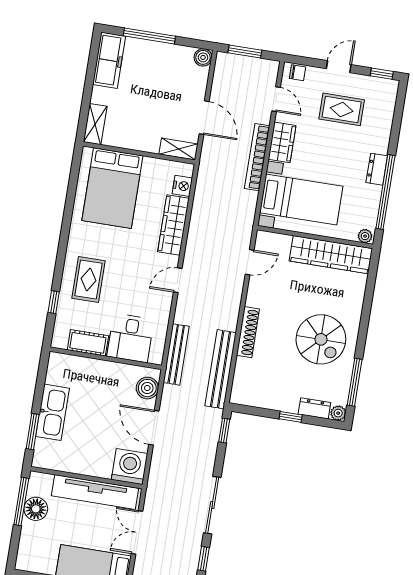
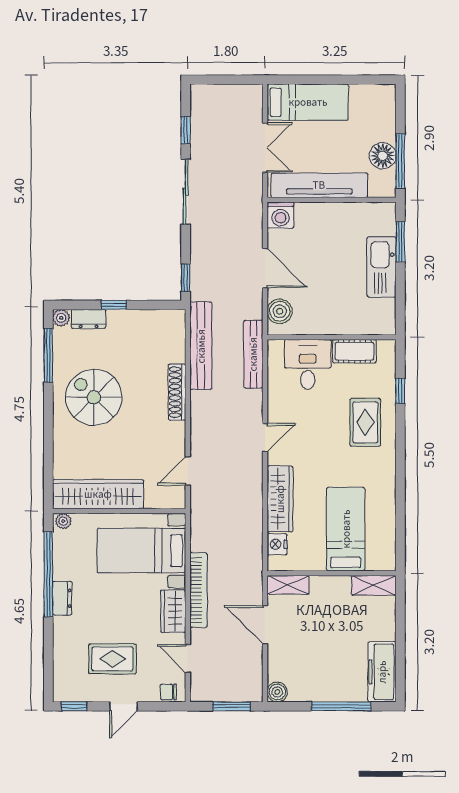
shelving: (95, 124) -> (374, 585), moved, turned 90
bed: (112, 188) -> (346, 529), width x0.67
washing machine: (130, 467) -> (280, 215), width x0.73, depth x0.73

